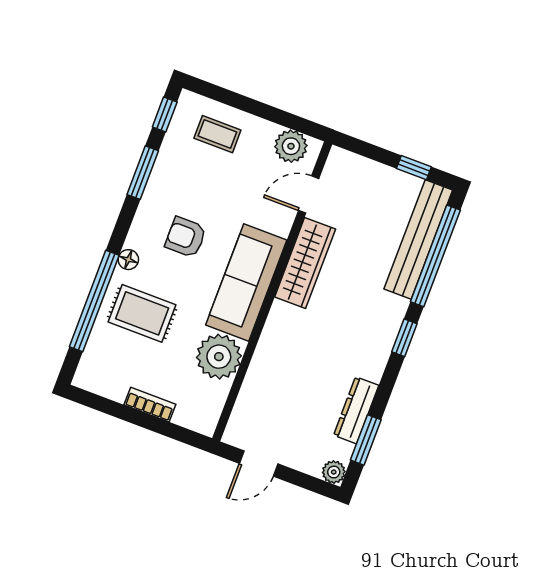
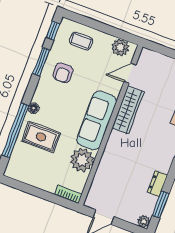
armchair: (186, 237) -> (63, 73), moved, turned -90
bookcase: (150, 405) -> (68, 194), moved
dresser: (356, 410) -> (157, 184), width x0.70

